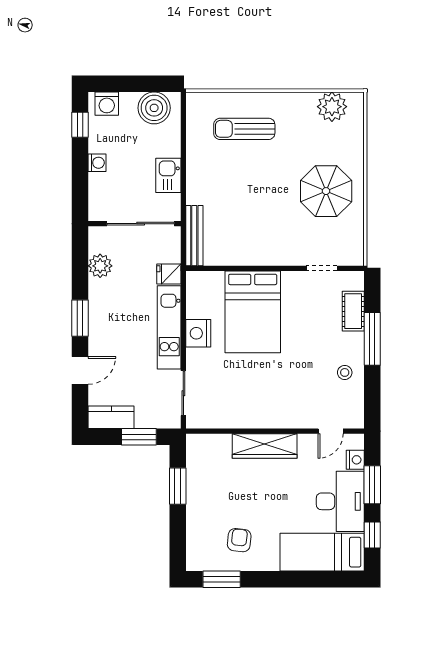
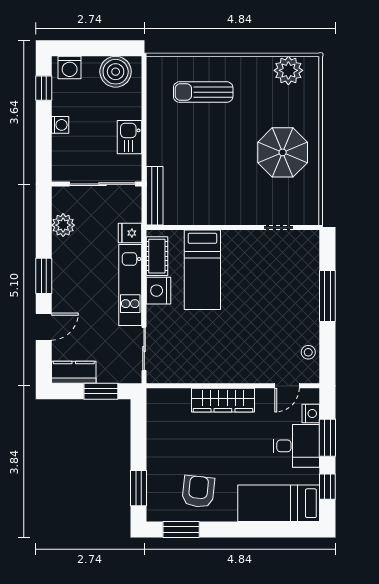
cot: (353, 311) -> (157, 256), moved
bed: (253, 312) -> (202, 270), width x0.67
stool: (345, 372) -> (308, 352), moved
window: (178, 486) -> (138, 488), moved
desk: (340, 501) -> (296, 446), width x0.73
armchair: (239, 540) -> (198, 492), width x1.38, depth x1.38

